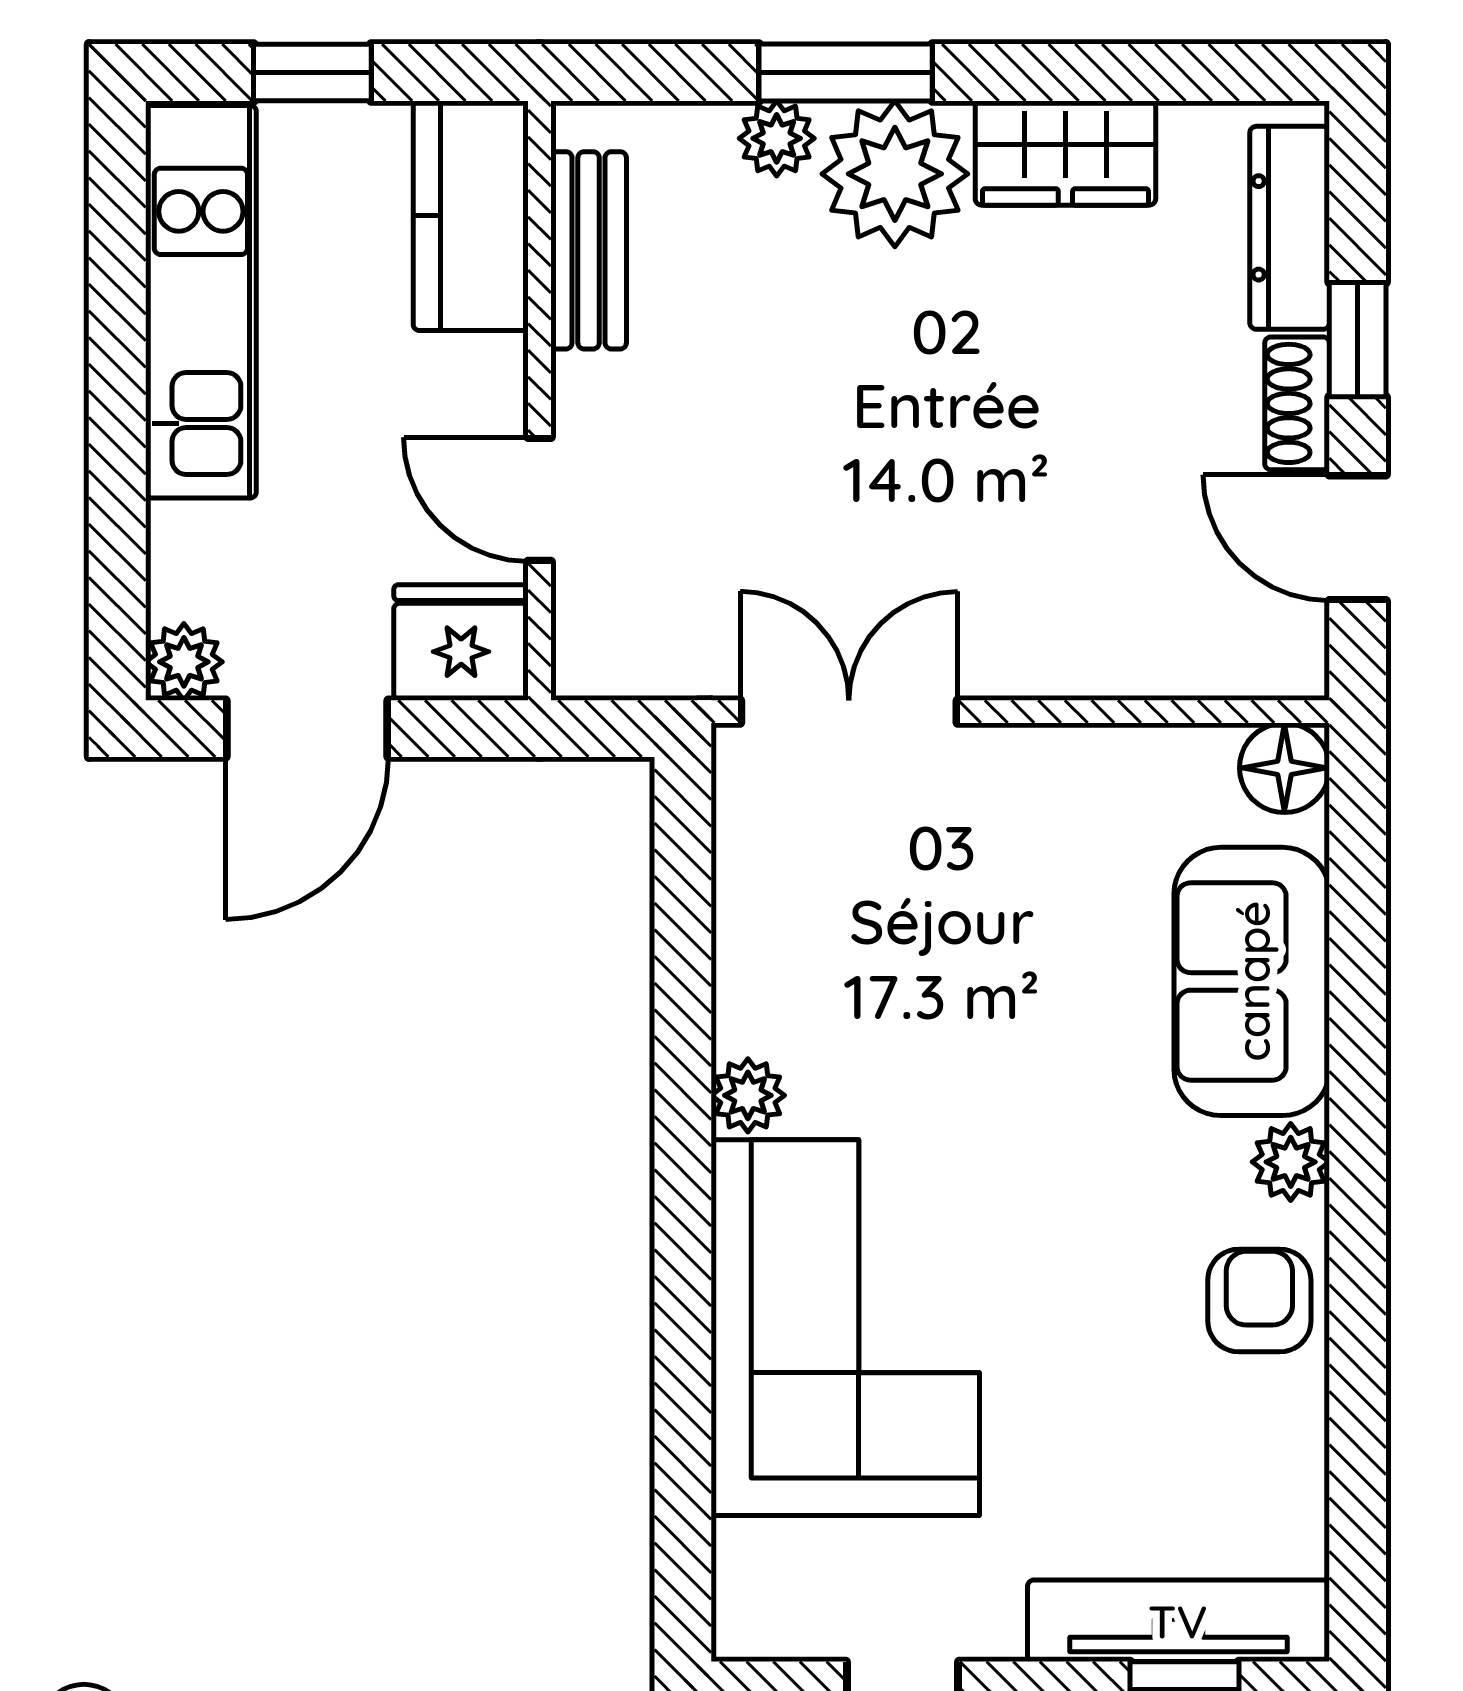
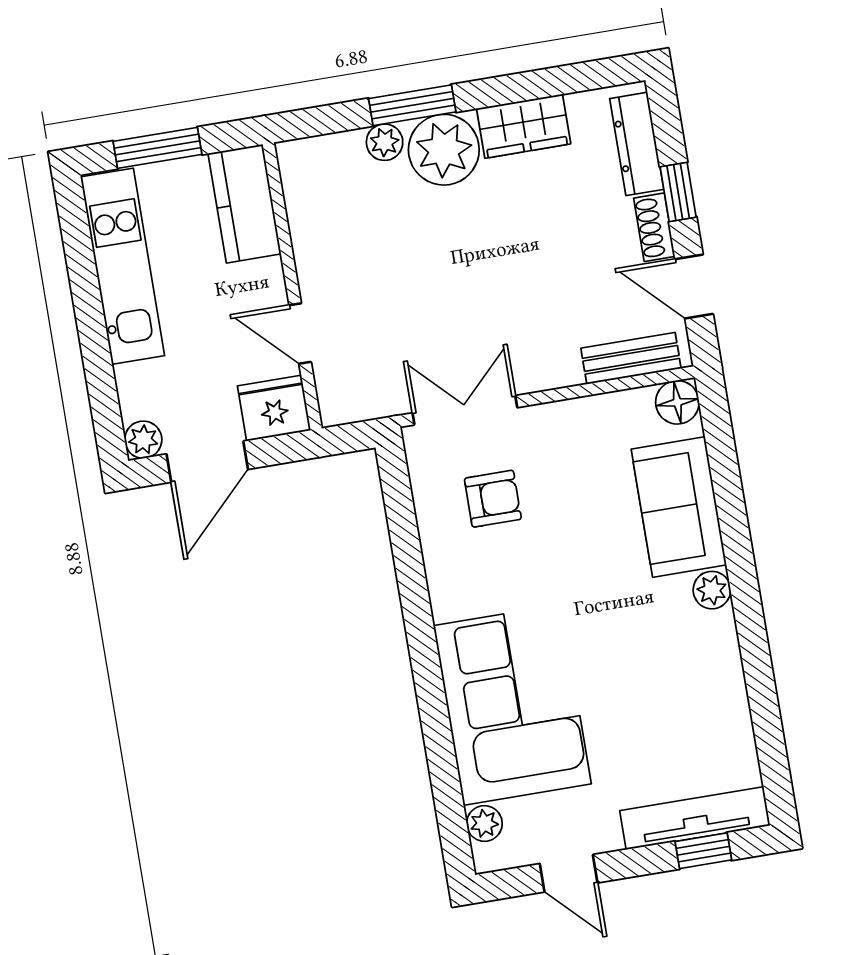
window: (312, 72) -> (158, 148), width x1.50
bench: (589, 250) -> (631, 358), moved, turned 90
plant: (748, 1095) -> (484, 823), moved
armchair: (1259, 1300) -> (493, 499), moved, turned 90

